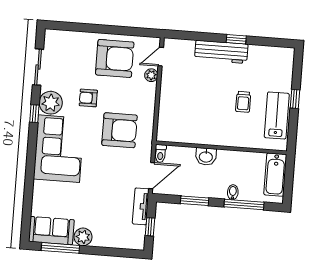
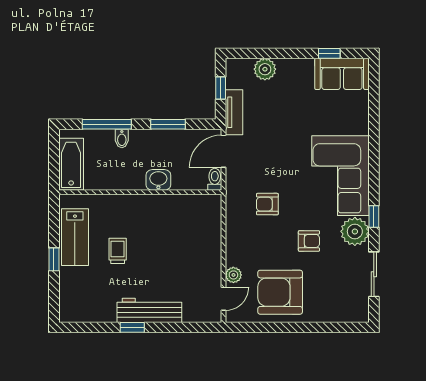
armchair: (120, 130) -> (267, 204), width x0.53, depth x0.53
plant: (83, 237) -> (265, 69), moved
window: (60, 248) -> (329, 53), width x0.46

